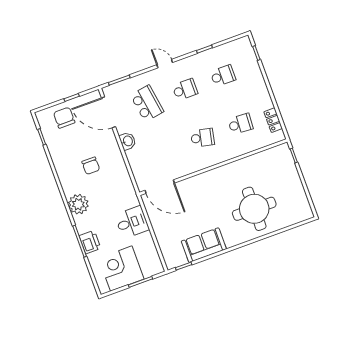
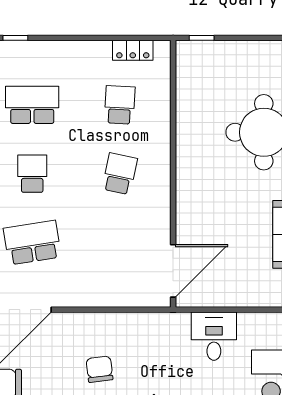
school desk: (223, 76) -> (32, 105), width x1.85
washbasin: (128, 141) -> (81, 296), removed
chair: (91, 166) -> (99, 369), turned -97

